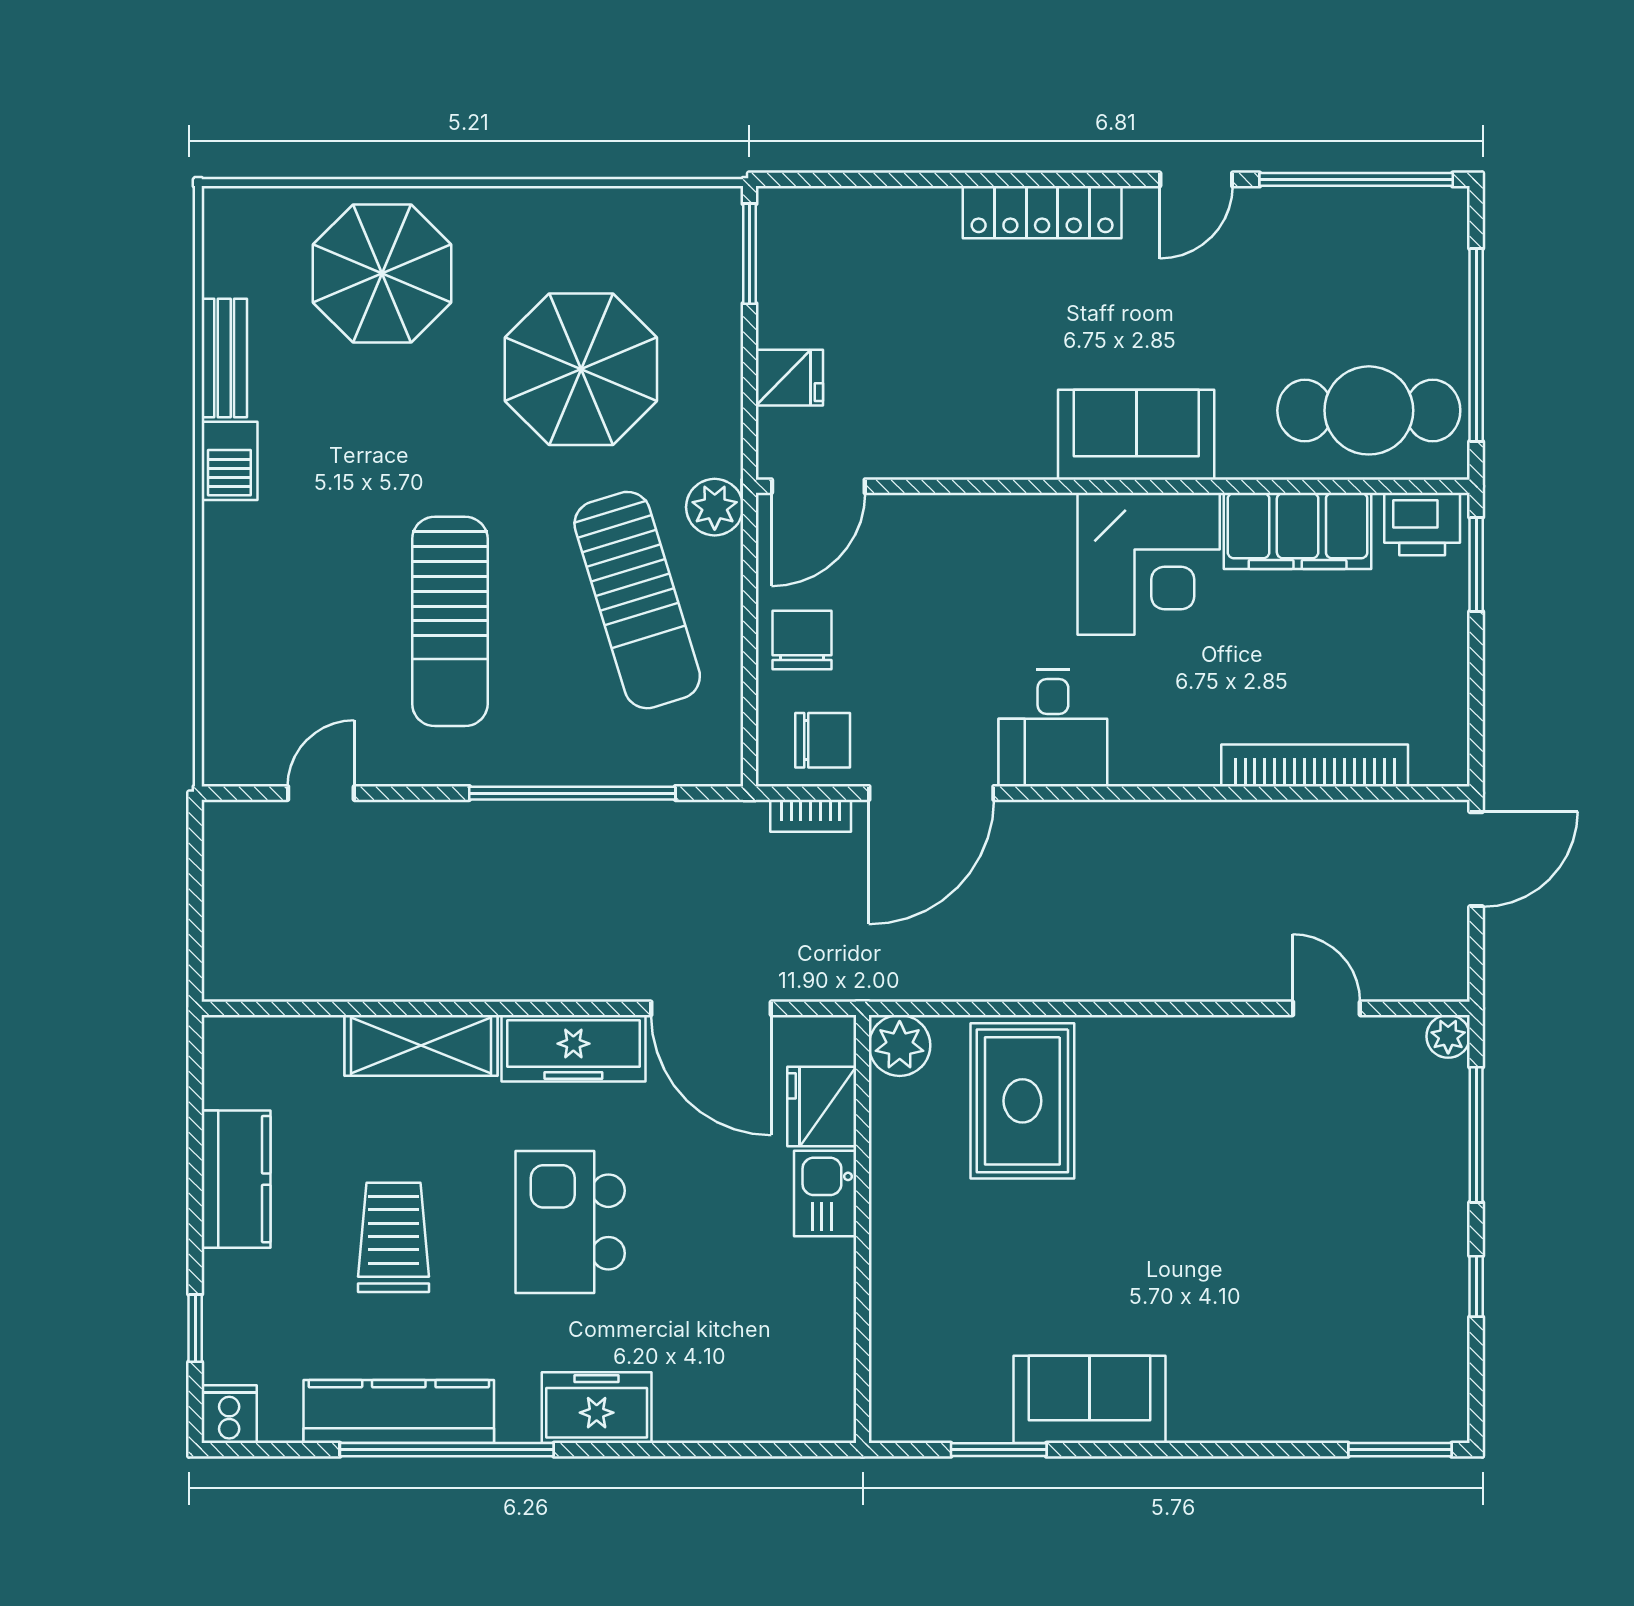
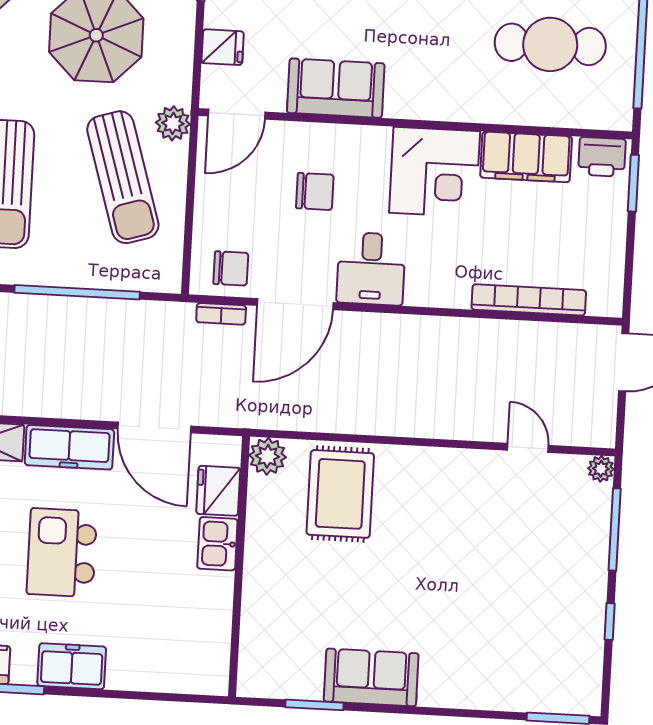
cafe table: (1369, 410) -> (550, 44), moved
sofa: (1136, 435) -> (336, 88), moved
chair: (802, 640) -> (315, 191), moved, turned 90

